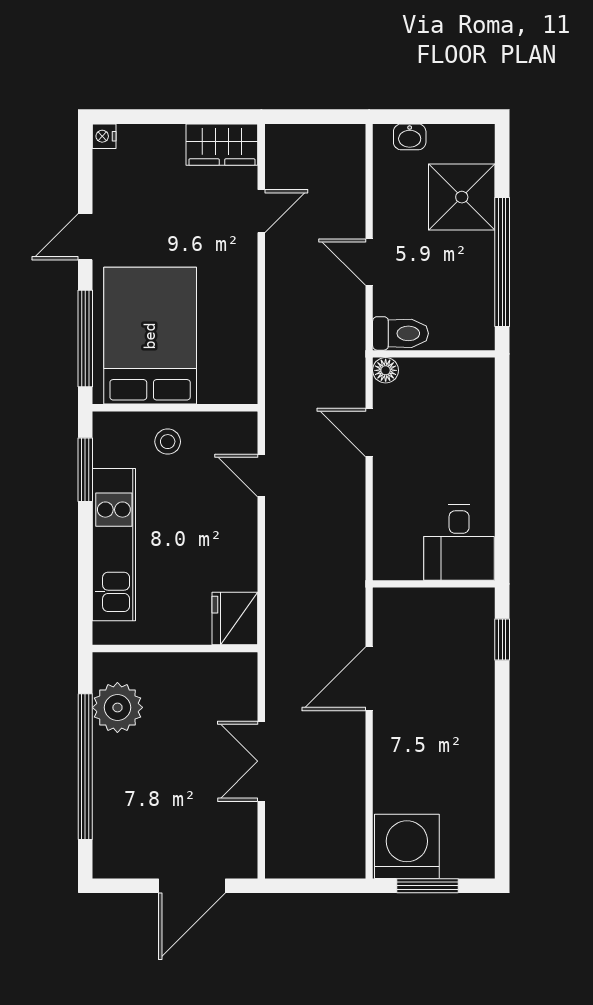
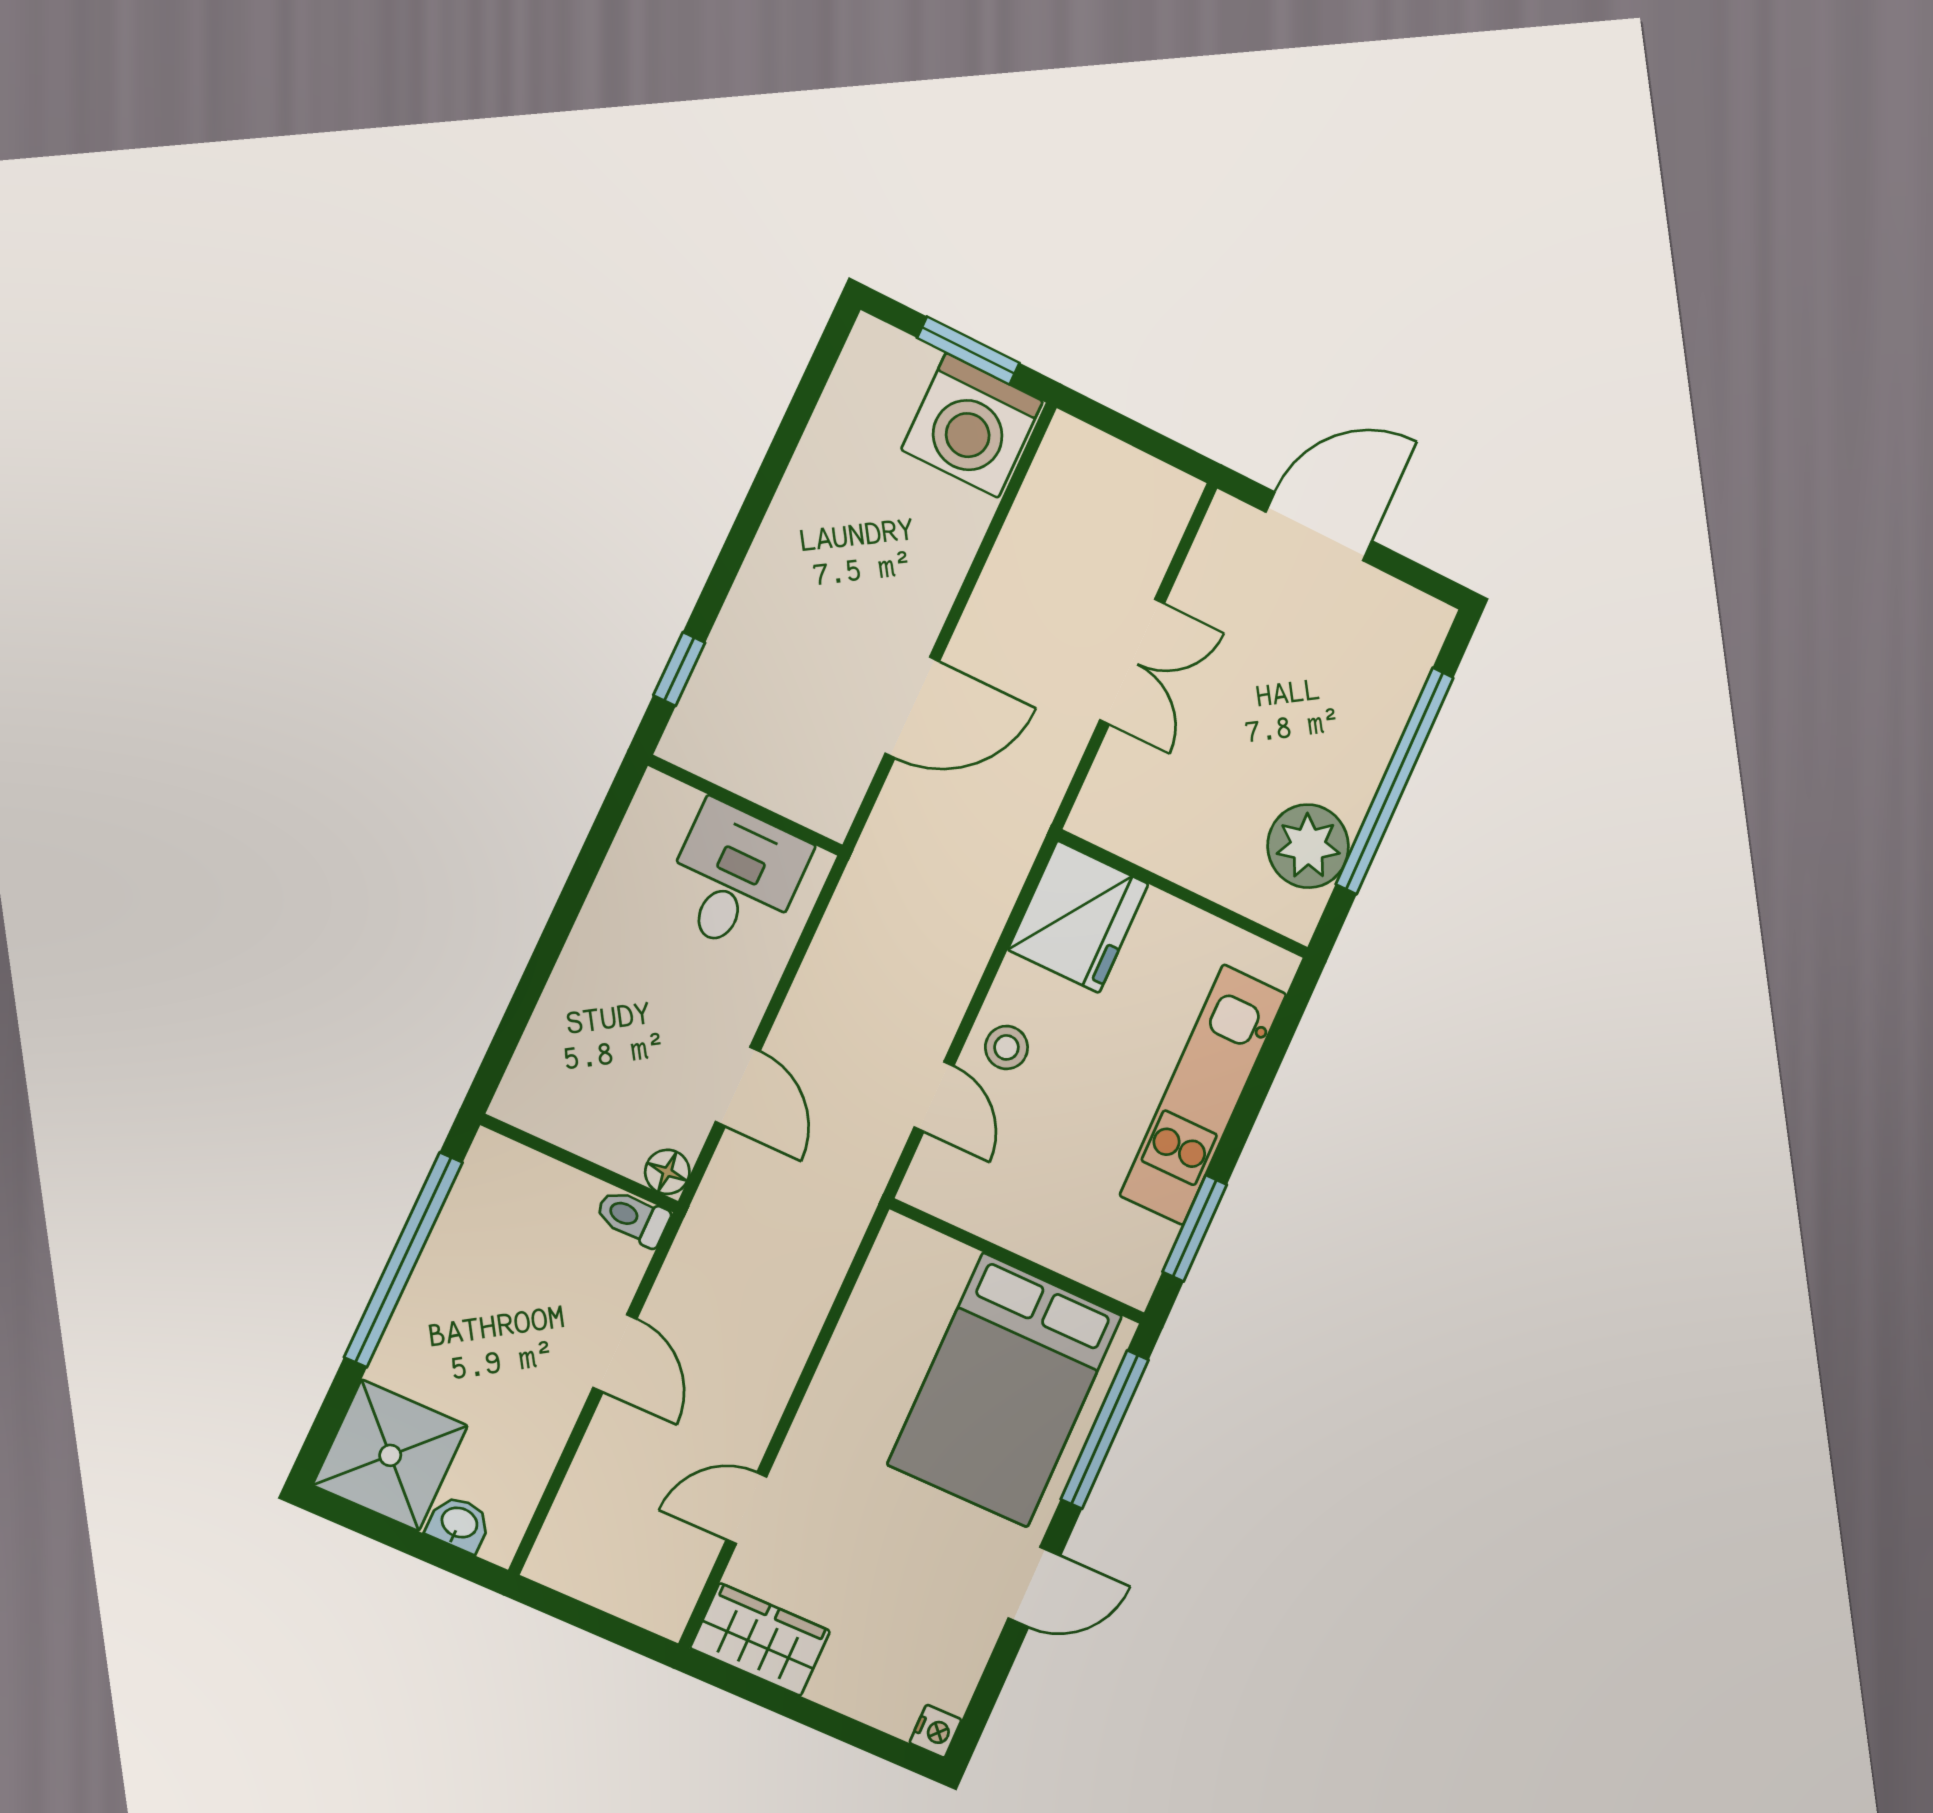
shower: (462, 197) -> (390, 1455), moved
toilet: (401, 333) -> (633, 1217), width x0.73, depth x0.72
stool: (168, 442) -> (1007, 1047), moved
desk: (459, 542) -> (735, 878), moved
fridge: (235, 618) -> (1078, 917), width x1.36, depth x1.34

